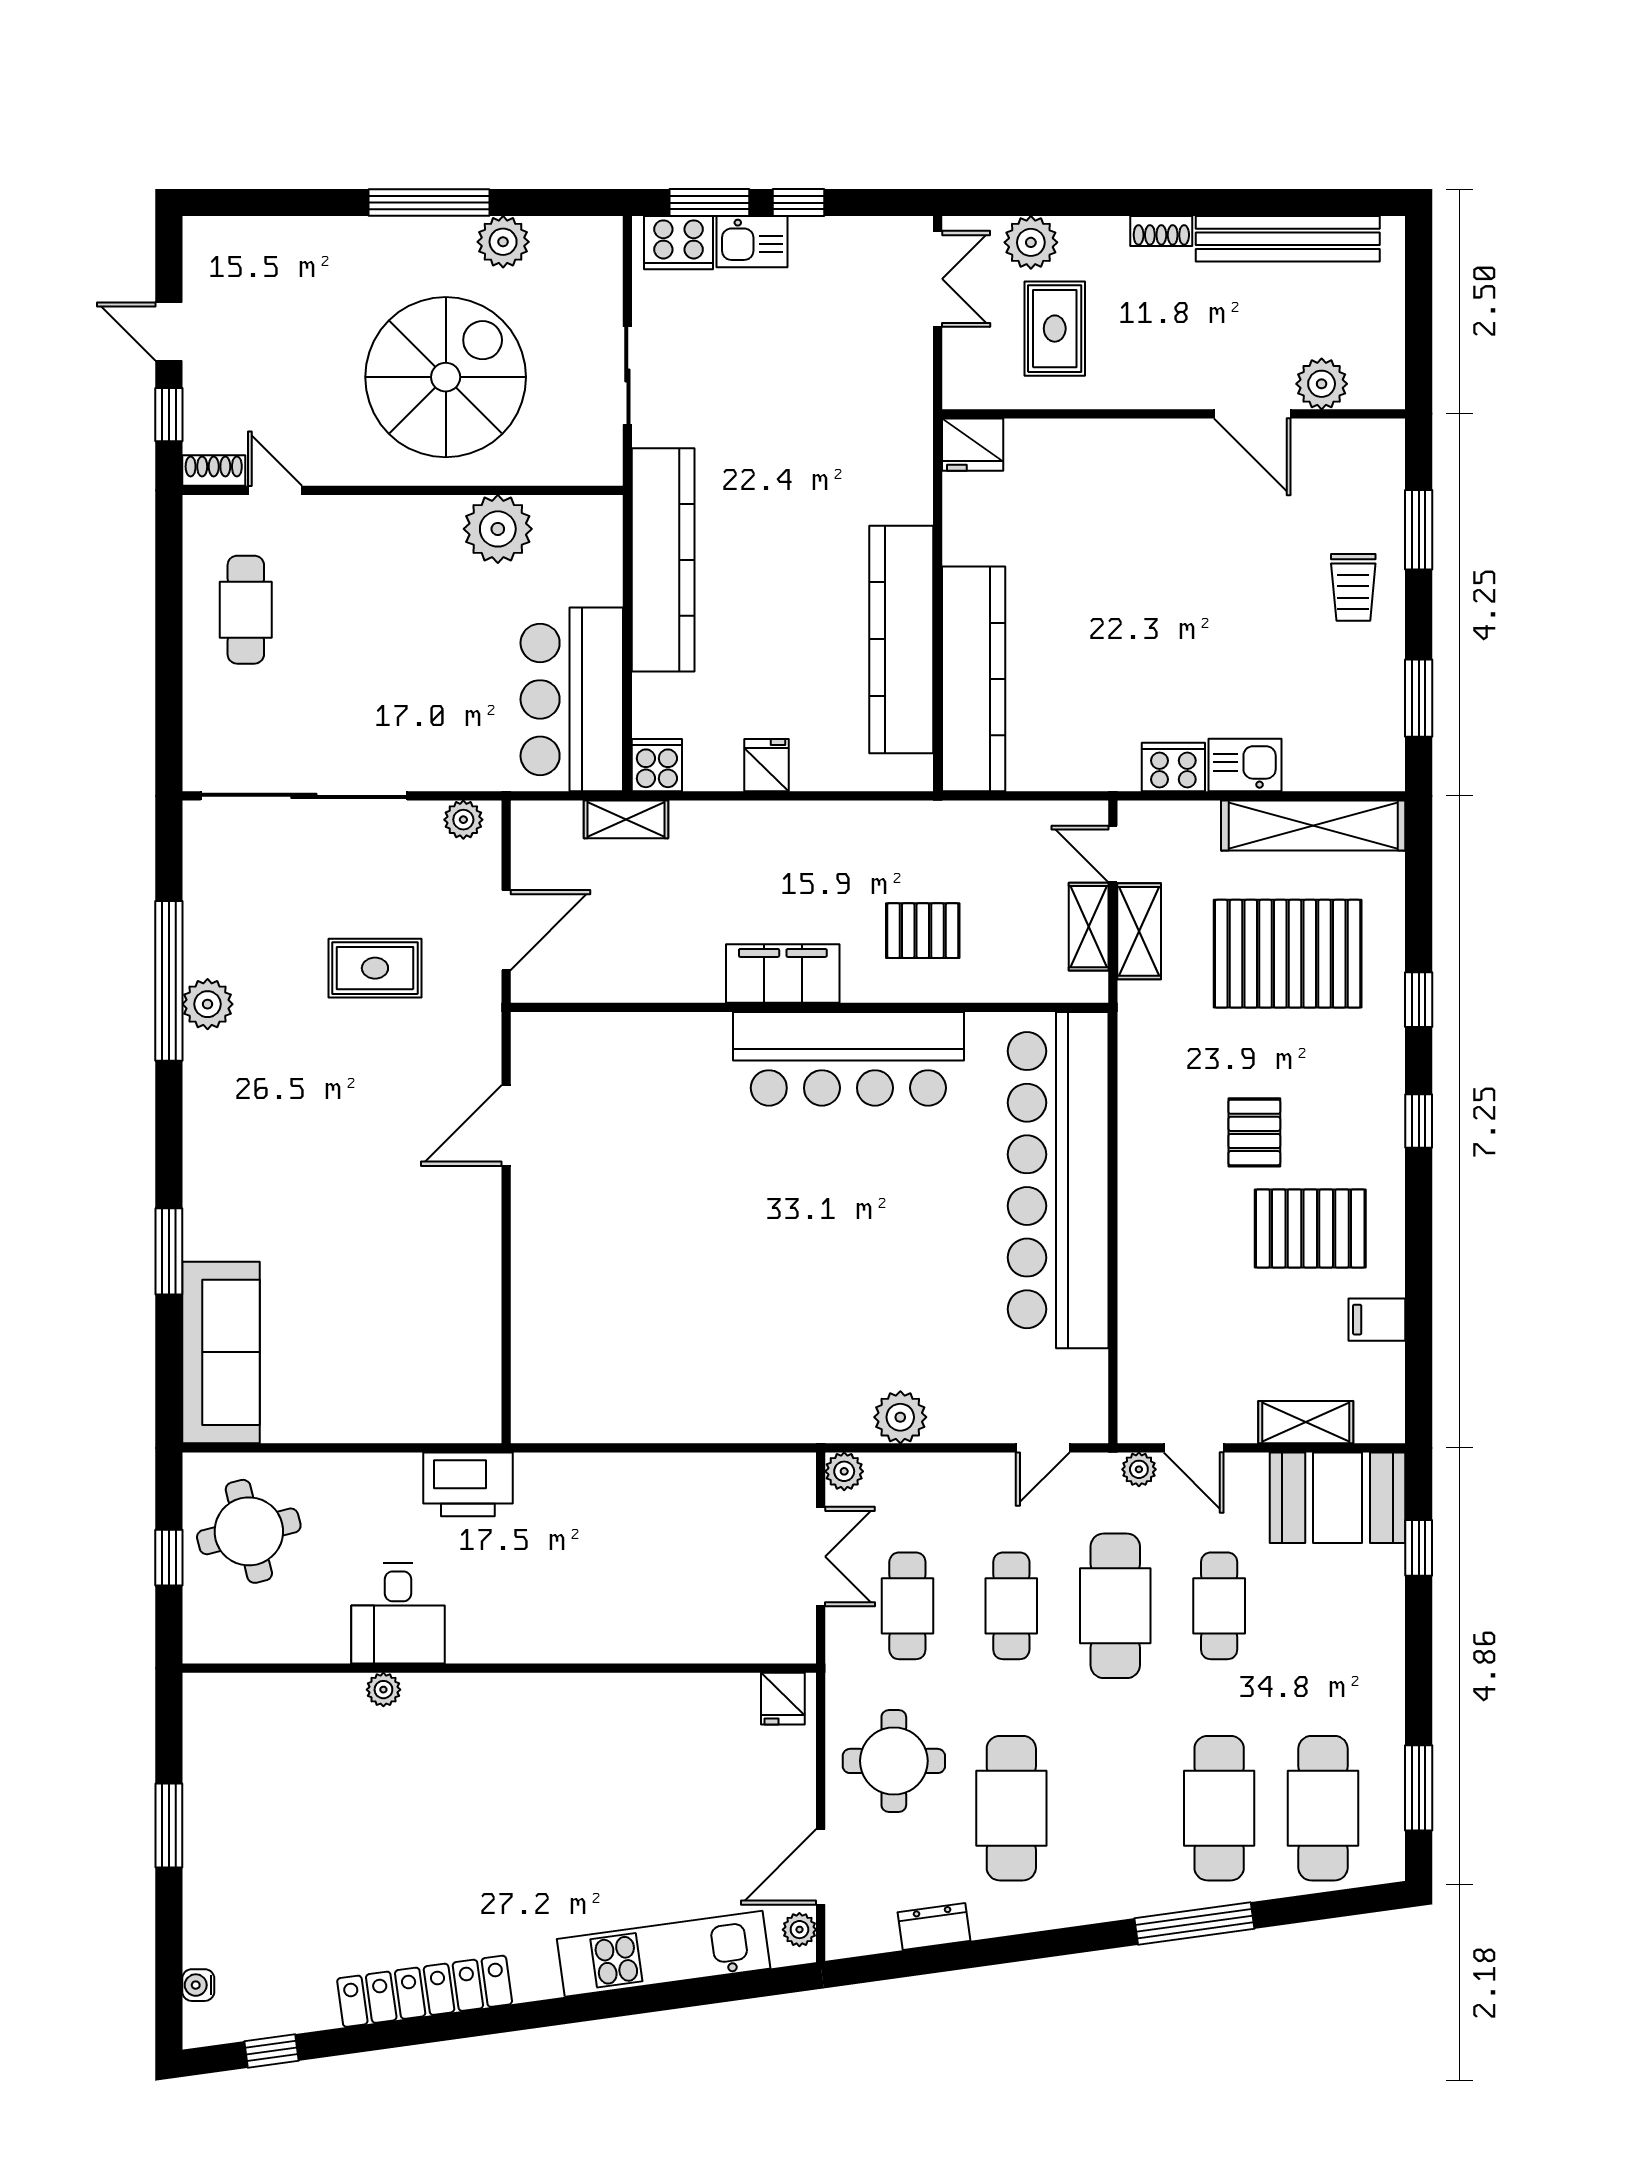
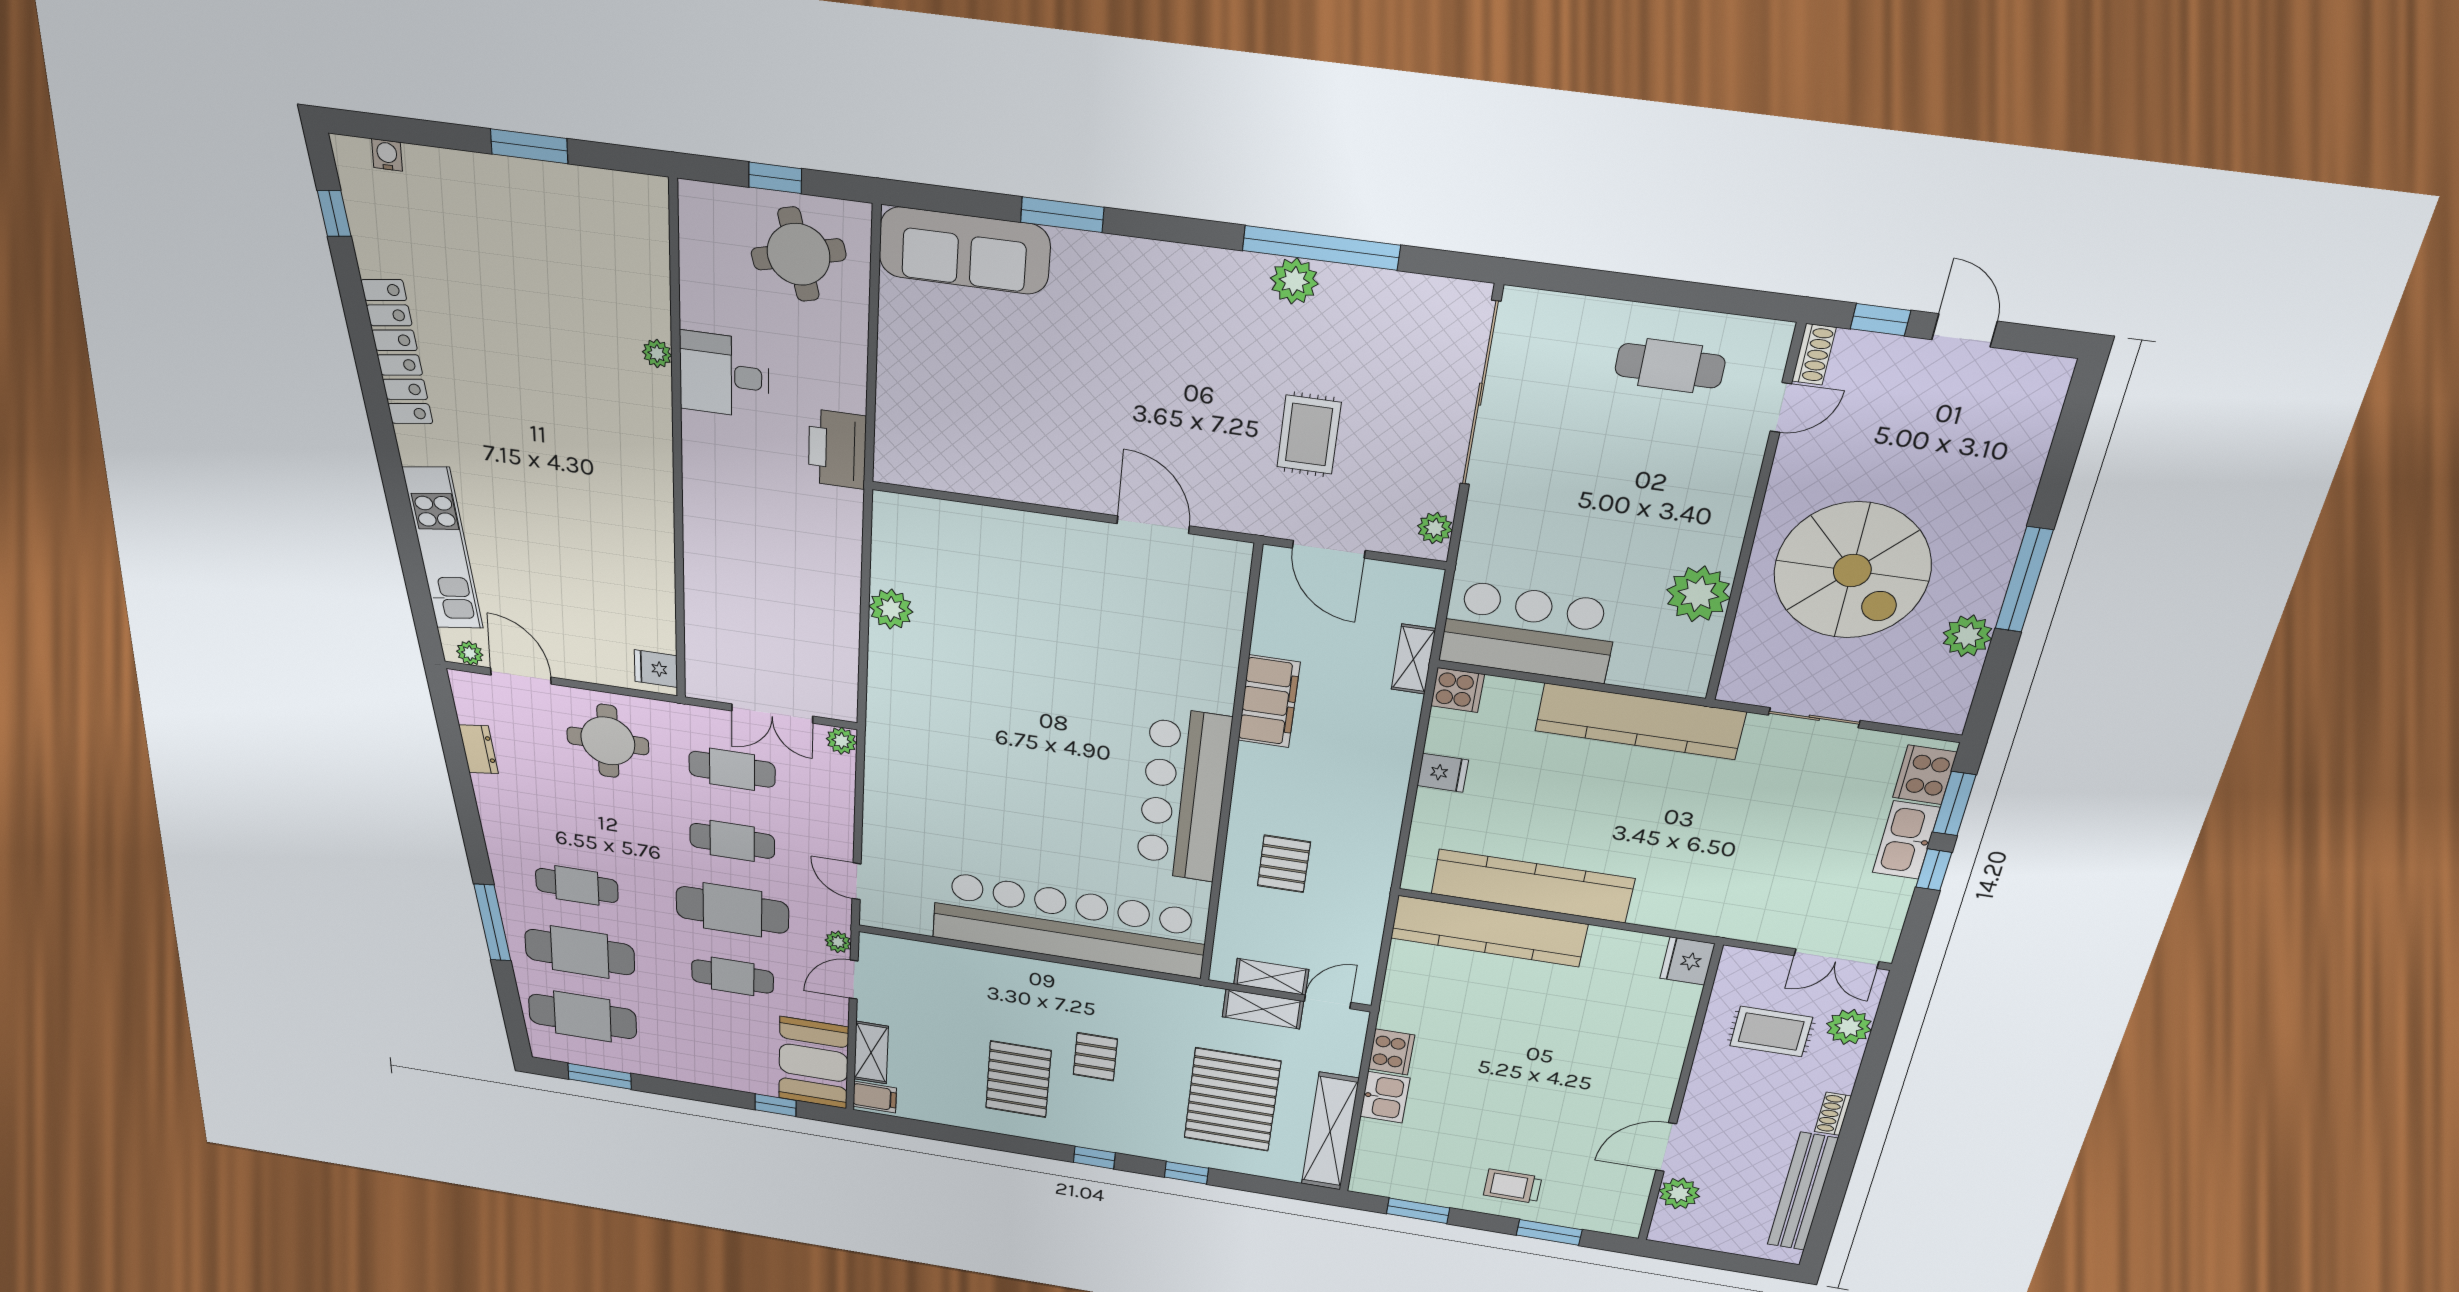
kitchen sink: (752, 242) -> (1906, 840), width x1.38
door: (169, 332) -> (1965, 330), hinge flipped
filing cabinet: (783, 973) -> (1269, 701), moved
pallet: (1254, 1132) -> (1095, 1057), turned 90
filing cabinet: (1377, 1320) -> (875, 1097), moved, turned 90
plant: (900, 1417) -> (891, 609), moved
cafe table: (1011, 1808) -> (577, 885), moved, width x0.73, depth x0.74

